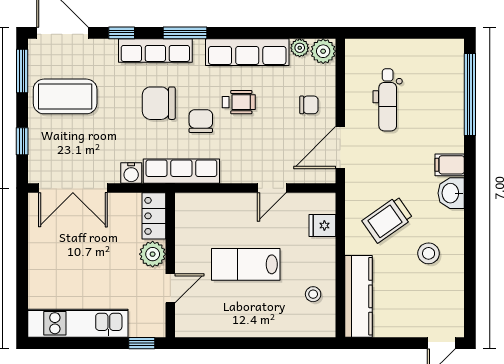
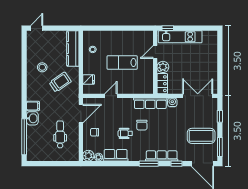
row of seats: (247, 52) -> (116, 155), width x0.68
chair: (159, 103) -> (160, 133), removed
washbasin: (451, 193) -> (32, 118), moved
lab bench: (246, 264) -> (122, 62), turned 180
kitchen unit: (78, 323) -> (180, 37), moved

